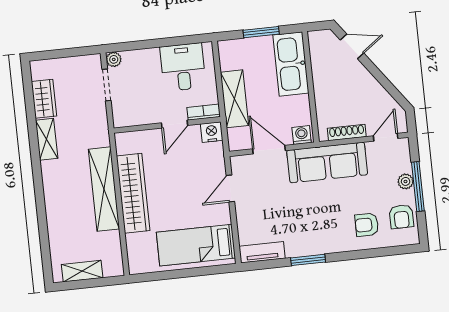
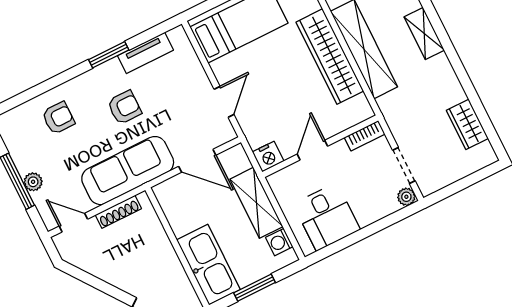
bookcase: (204, 112) -> (365, 136), moved
washing machine: (302, 135) -> (279, 242), moved, turned 90
door: (386, 137) -> (73, 223), swing flipped
shelving: (47, 139) -> (424, 33), moved
armchair: (401, 217) -> (124, 107), moved, turned 90
tv unit: (262, 252) -> (145, 53), moved

